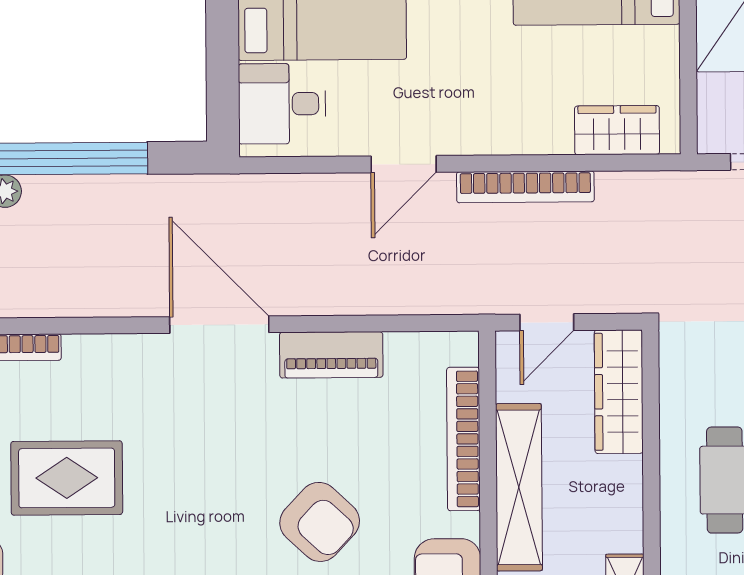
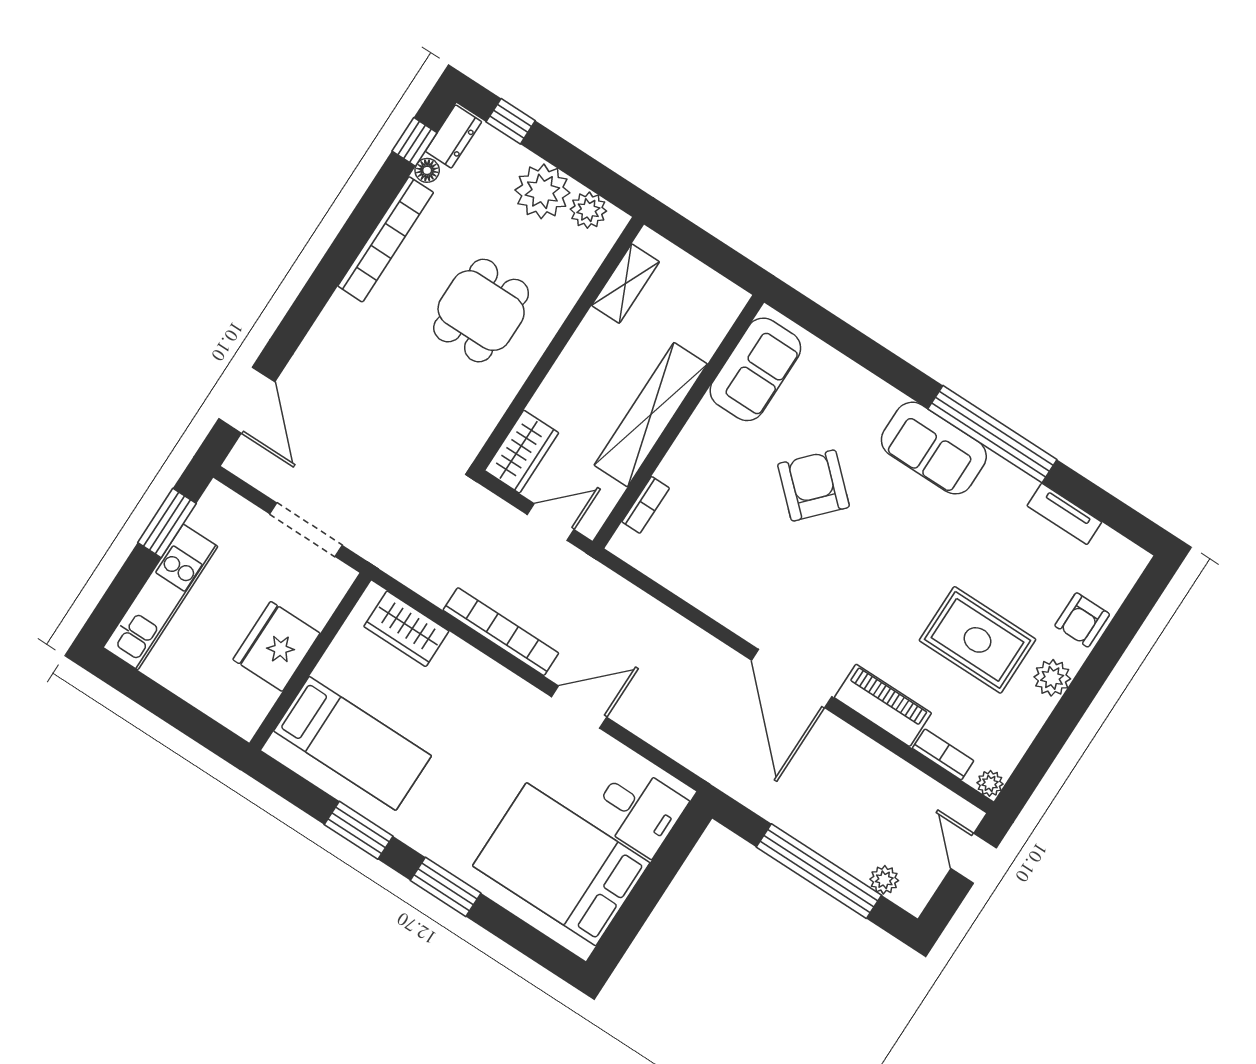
piano: (331, 355) -> (883, 705), moved
wardrobe: (619, 392) -> (522, 452), width x0.67
bookcase: (464, 439) -> (646, 505), width x0.43, depth x0.76

